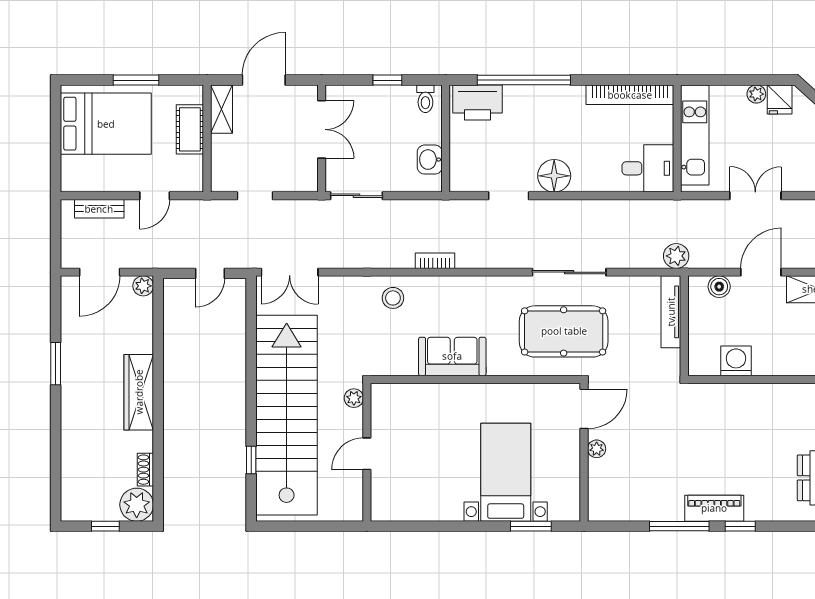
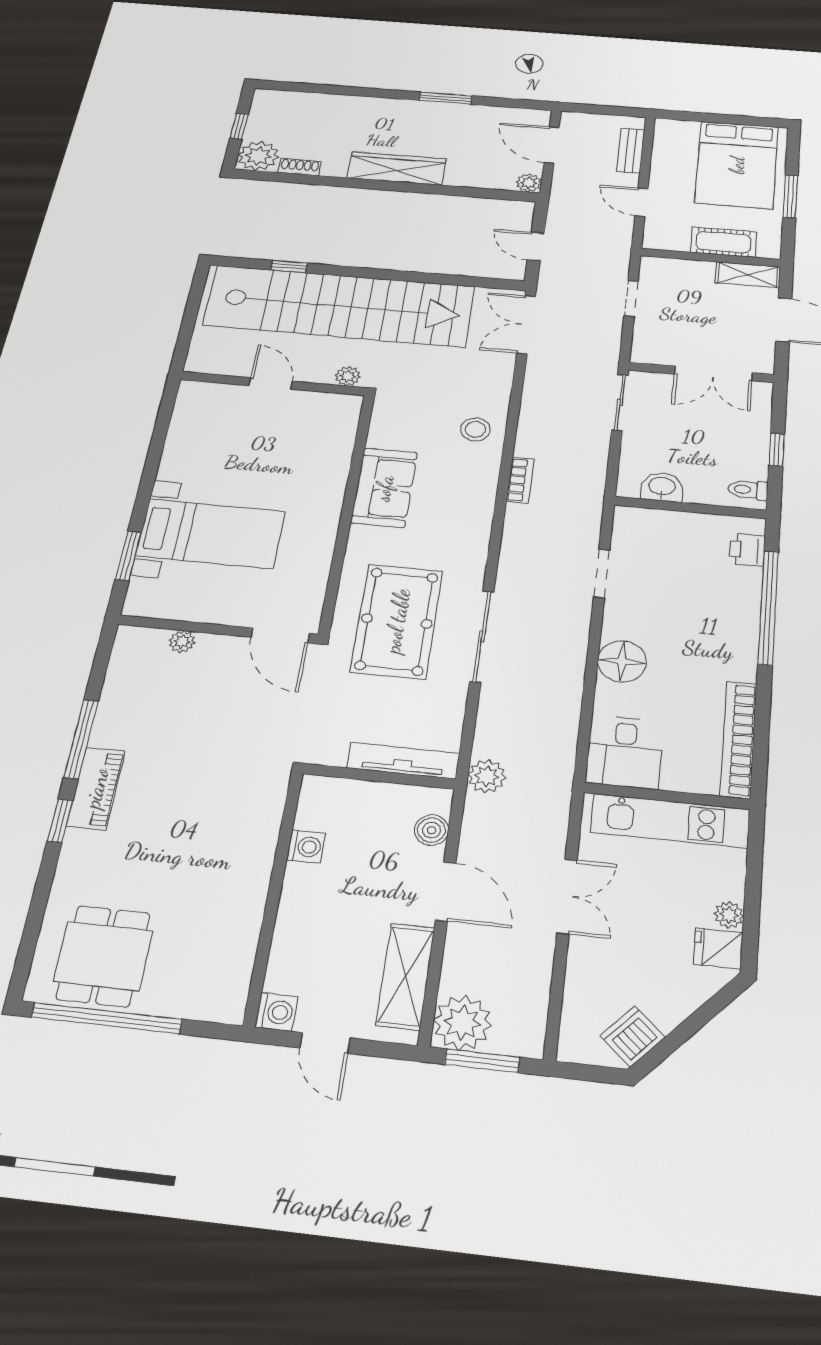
printer: (478, 102) -> (747, 550), width x0.53, depth x0.68
floor lamp: (554, 176) -> (622, 661), moved
washing machine: (736, 361) -> (306, 847), width x0.73, depth x0.73
plant: (597, 449) -> (182, 642), moved

